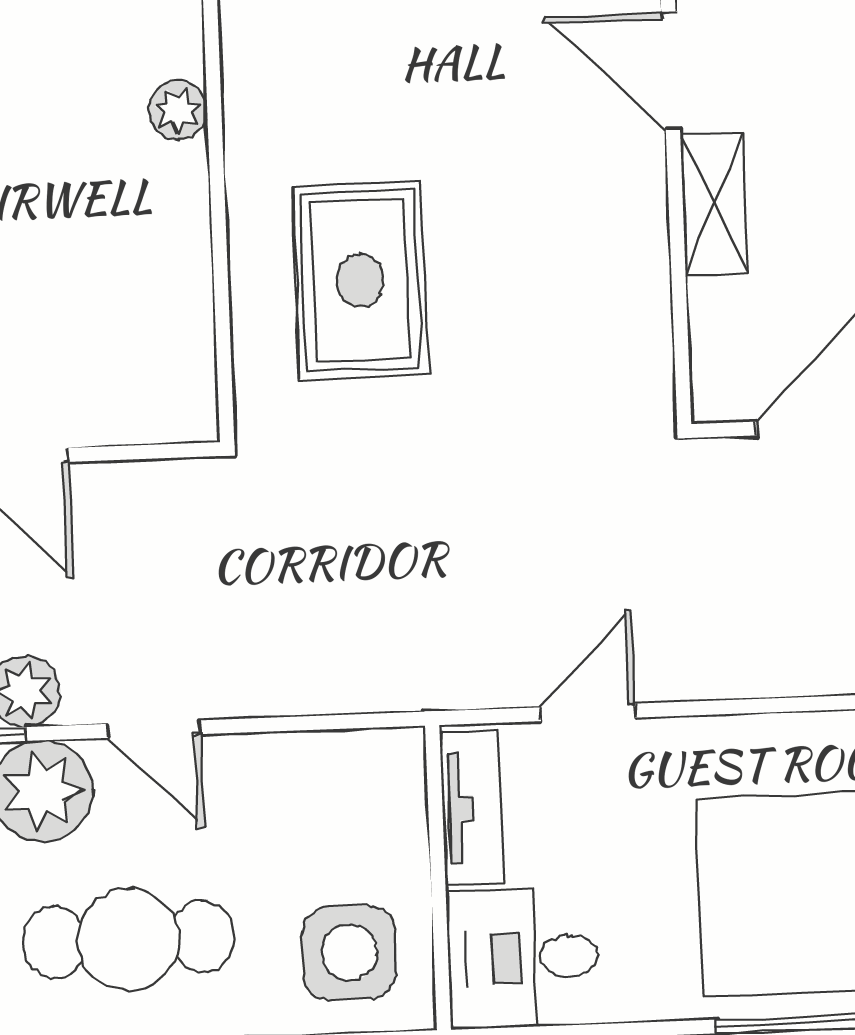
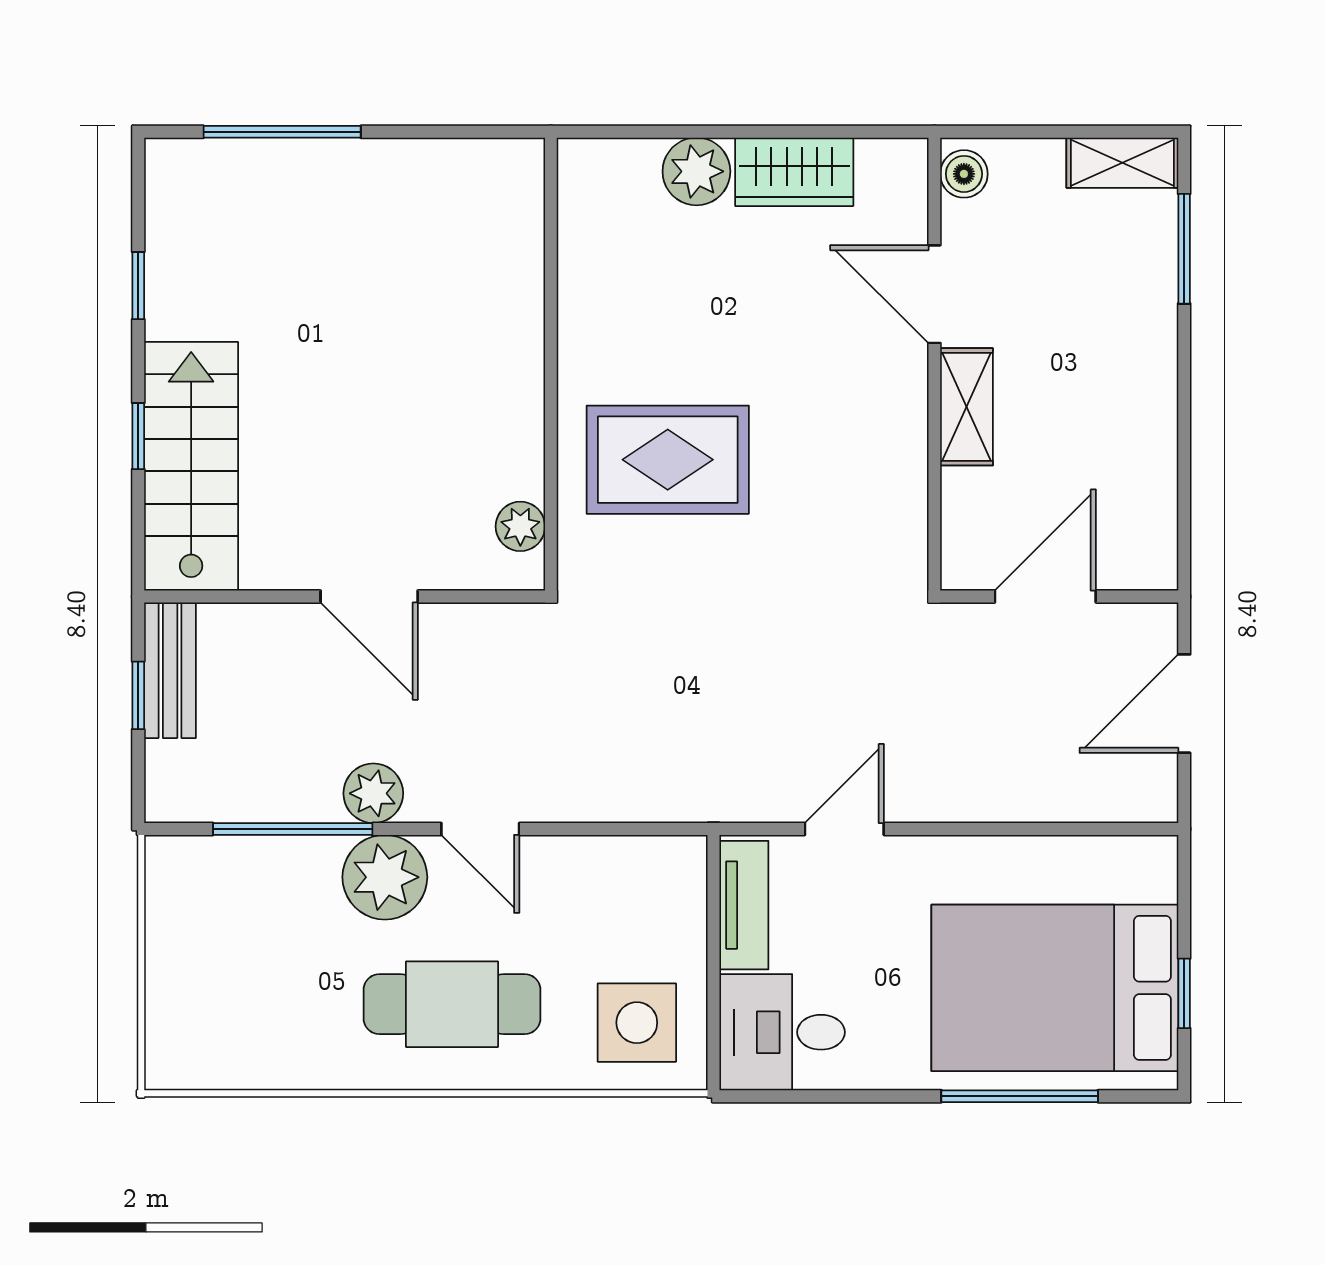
plant: (178, 110) -> (520, 526), moved
rug: (360, 280) -> (668, 460), turned 90

